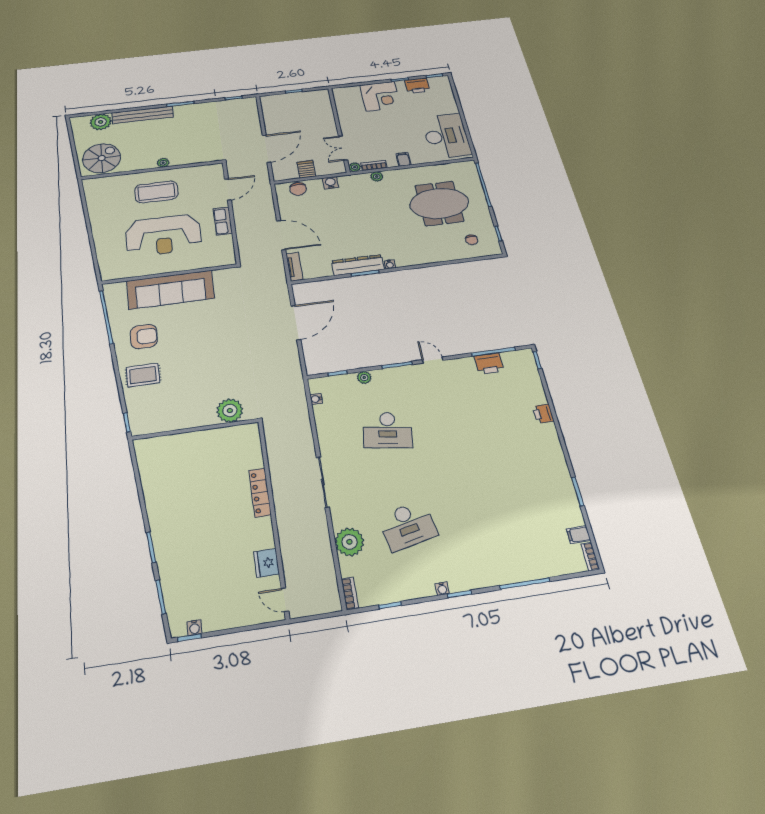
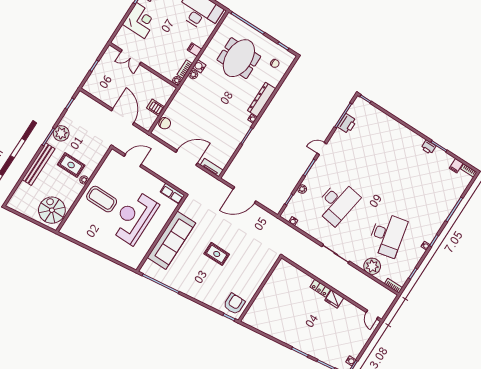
plant: (101, 122) -> (61, 133), moved
rug: (169, 141) -> (71, 165), added
double door: (343, 148) -> (131, 57), moved
water cooler: (330, 183) -> (199, 66), moved
door: (228, 189) -> (133, 160), hinge flipped
coffee table: (156, 192) -> (102, 199), turned 90
row of seats: (223, 221) -> (172, 194), moved
reception desk: (163, 235) -> (134, 218), turned 180
dresser: (358, 265) -> (262, 100), moved
door: (296, 322) -> (244, 195), swing flipped
armchair: (144, 336) -> (234, 304), moved
rug: (143, 375) -> (217, 254), moved, turned 90
plant: (230, 411) -> (264, 266), removed
printer: (543, 414) -> (428, 147), moved
desk: (388, 430) -> (337, 203), width x1.36, depth x1.30
locker: (260, 493) -> (320, 288), width x0.66
desk: (408, 526) -> (387, 235), width x1.36, depth x1.30
fridge: (267, 563) -> (334, 299), moved
door: (285, 600) -> (372, 315), hinge flipped

